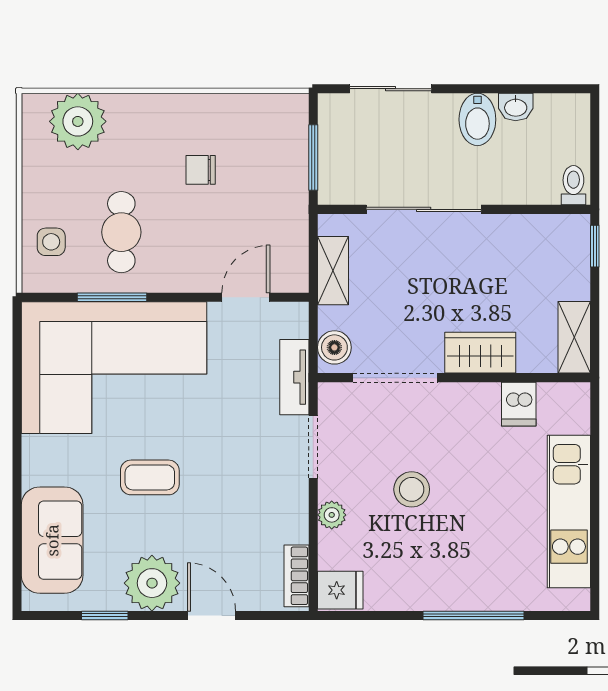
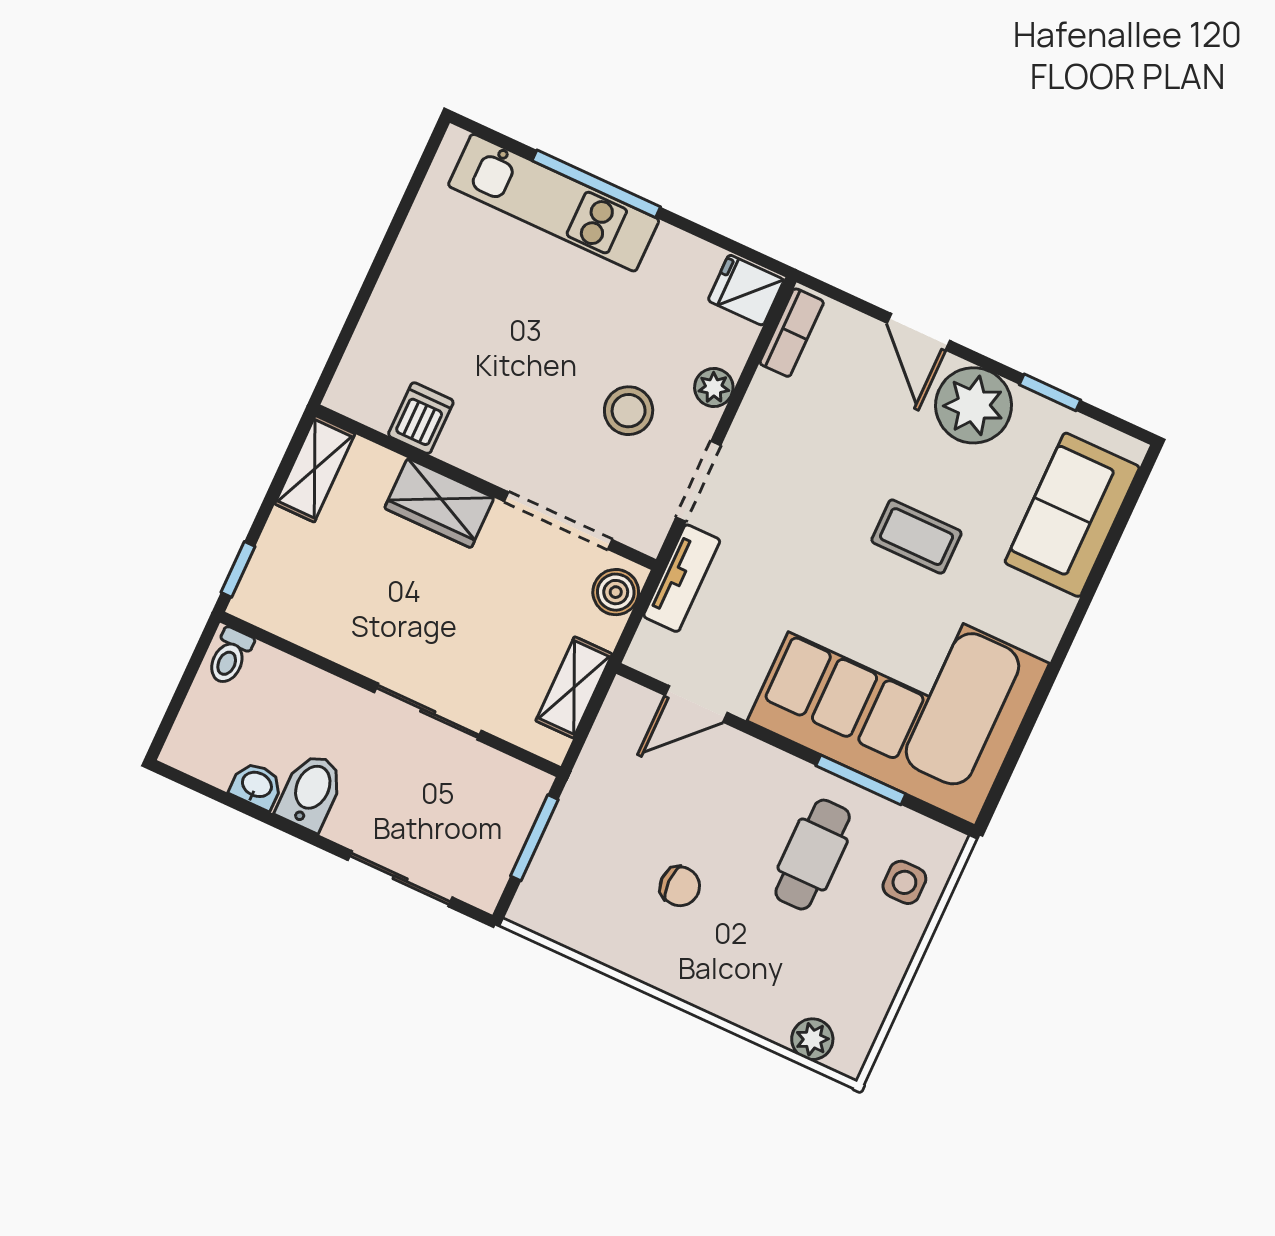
plant: (78, 121) -> (812, 1039), width x0.53, depth x0.53
sliding door: (424, 209) -> (428, 711), width x0.73
stool: (412, 489) -> (629, 411), moved
kitchen unit: (569, 512) -> (554, 203), moved, turned 90

